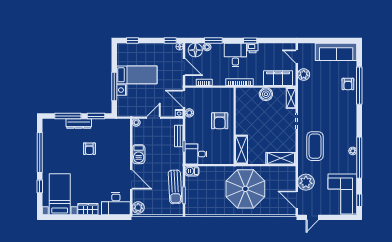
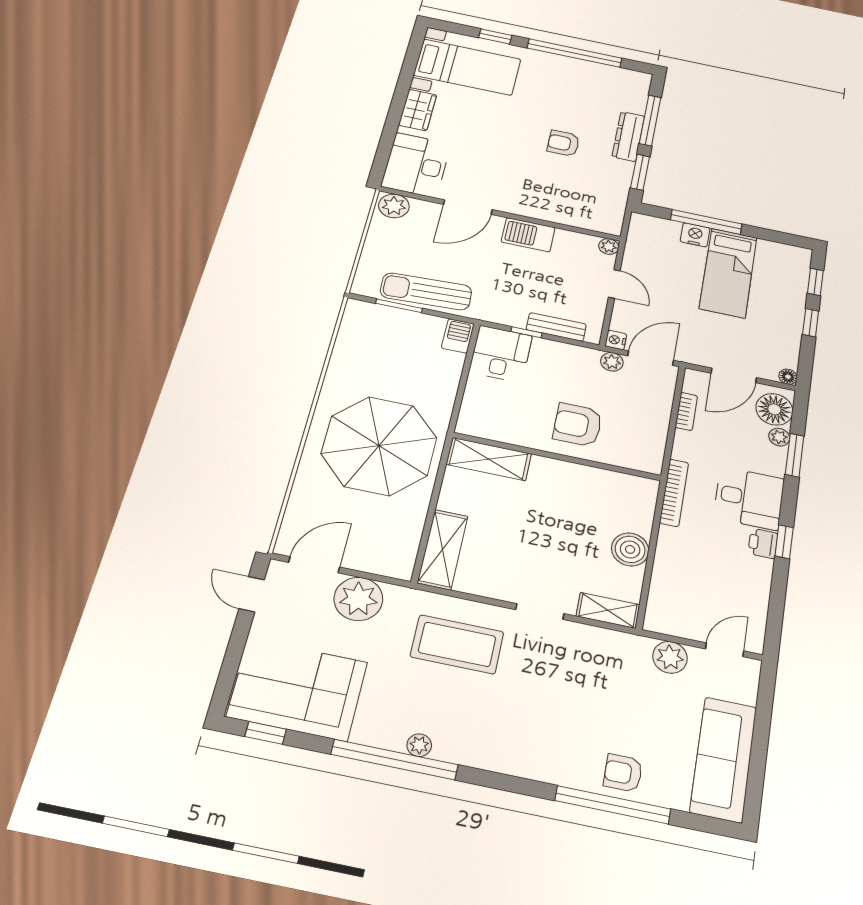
window: (170, 41) -> (811, 323), moved
filing cabinet: (278, 78) -> (670, 589), removed

